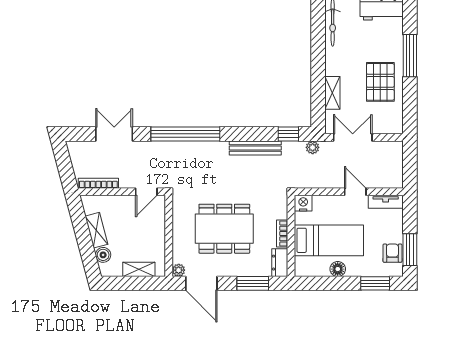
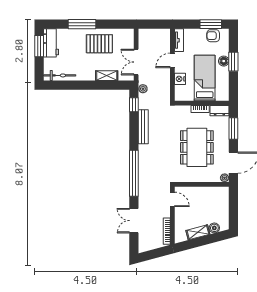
nightstand: (303, 203) -> (180, 79), moved
shelving: (139, 269) -> (224, 204), removed
floor lamp: (338, 269) -> (224, 61), moved
window: (375, 283) -> (233, 62), moved

